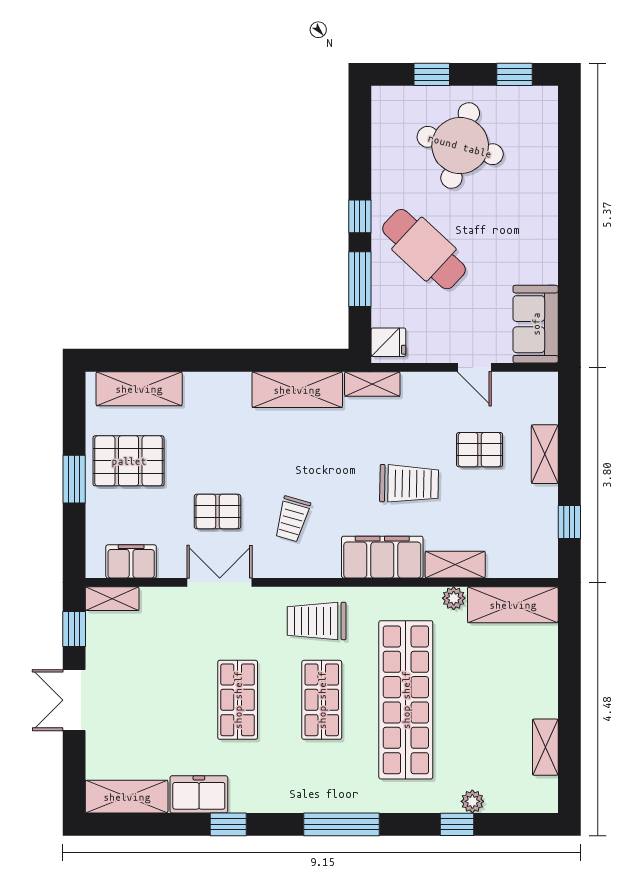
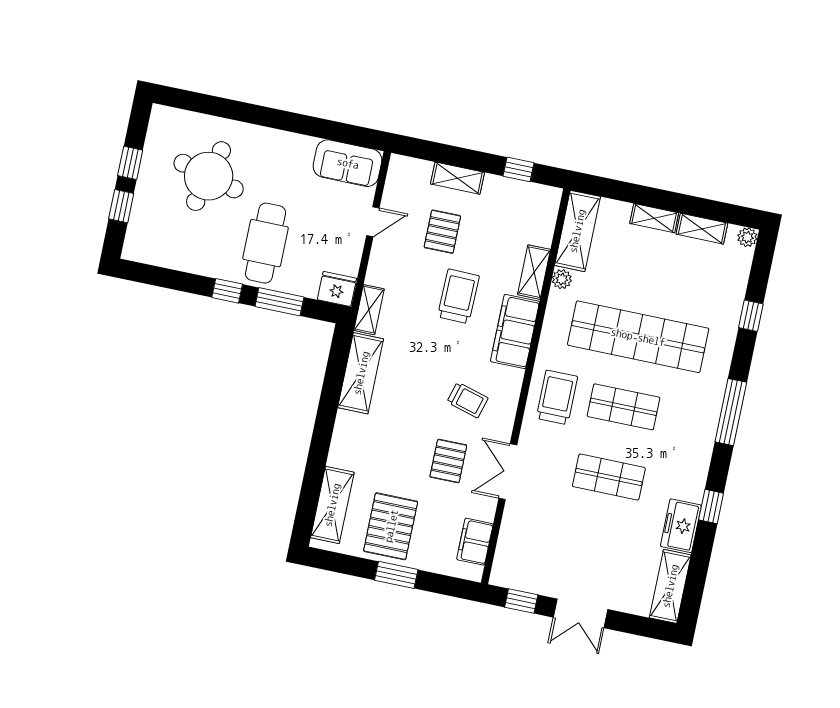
window: (515, 74) -> (130, 163), moved
round table: (460, 146) -> (209, 176), moved
cafe table: (424, 249) -> (266, 243), turned -43
fridge: (388, 342) -> (337, 289), width x1.38
shelving: (112, 599) -> (654, 218), moved, turned 90
trolley: (317, 621) -> (557, 397), turned 180
plant: (472, 801) -> (747, 237), moved

